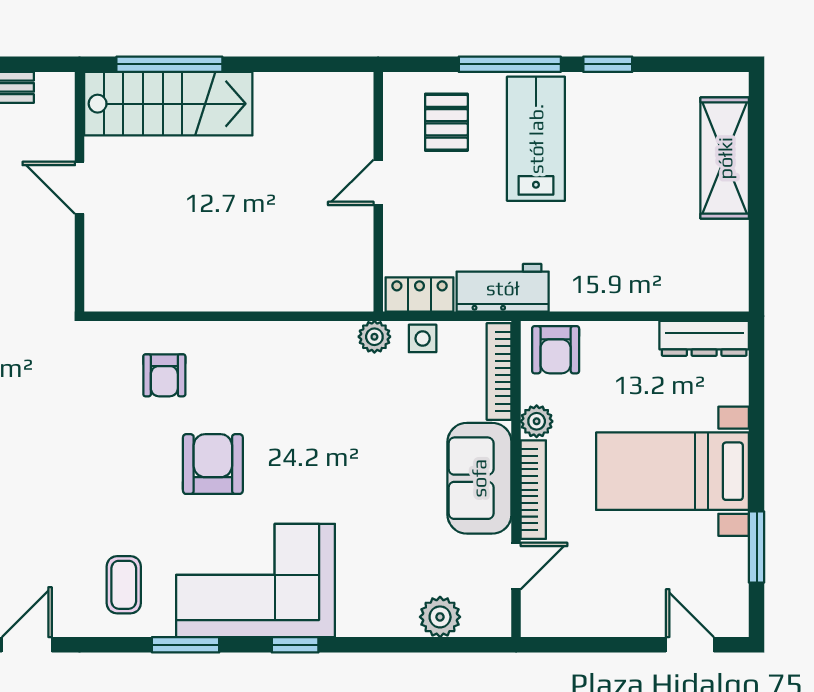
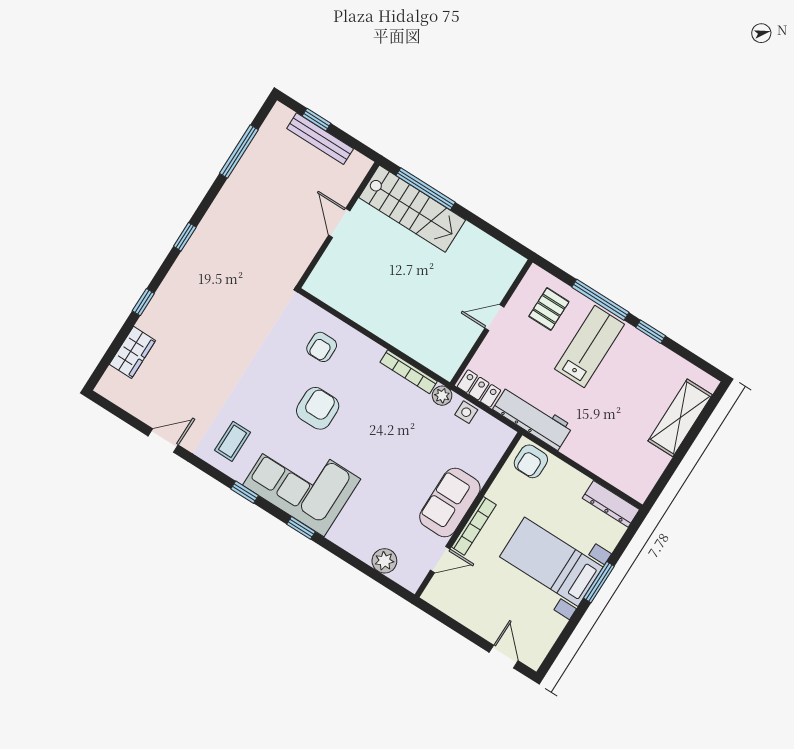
workbench: (503, 288) -> (533, 418), width x1.38
bookcase: (499, 371) -> (409, 372), moved, turned -90
plant: (537, 421) -> (498, 492), removed
window: (757, 547) -> (599, 582), moved
window: (186, 645) -> (245, 492), width x0.67

